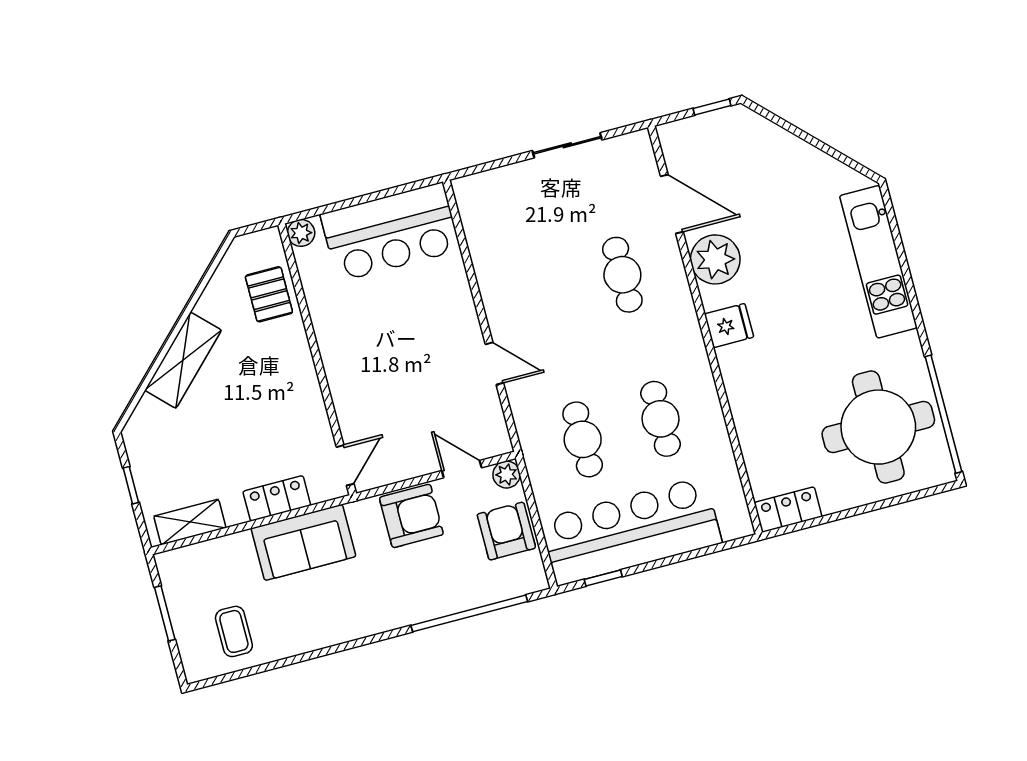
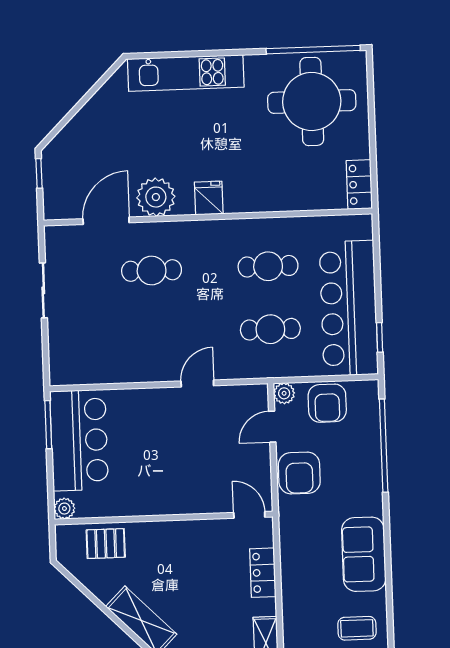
window: (401, 189) -> (48, 425), added
armchair: (411, 516) -> (299, 473), turned 180
armchair: (506, 531) -> (327, 403), turned -90
sofa: (303, 542) -> (364, 554), moved, turned 180

